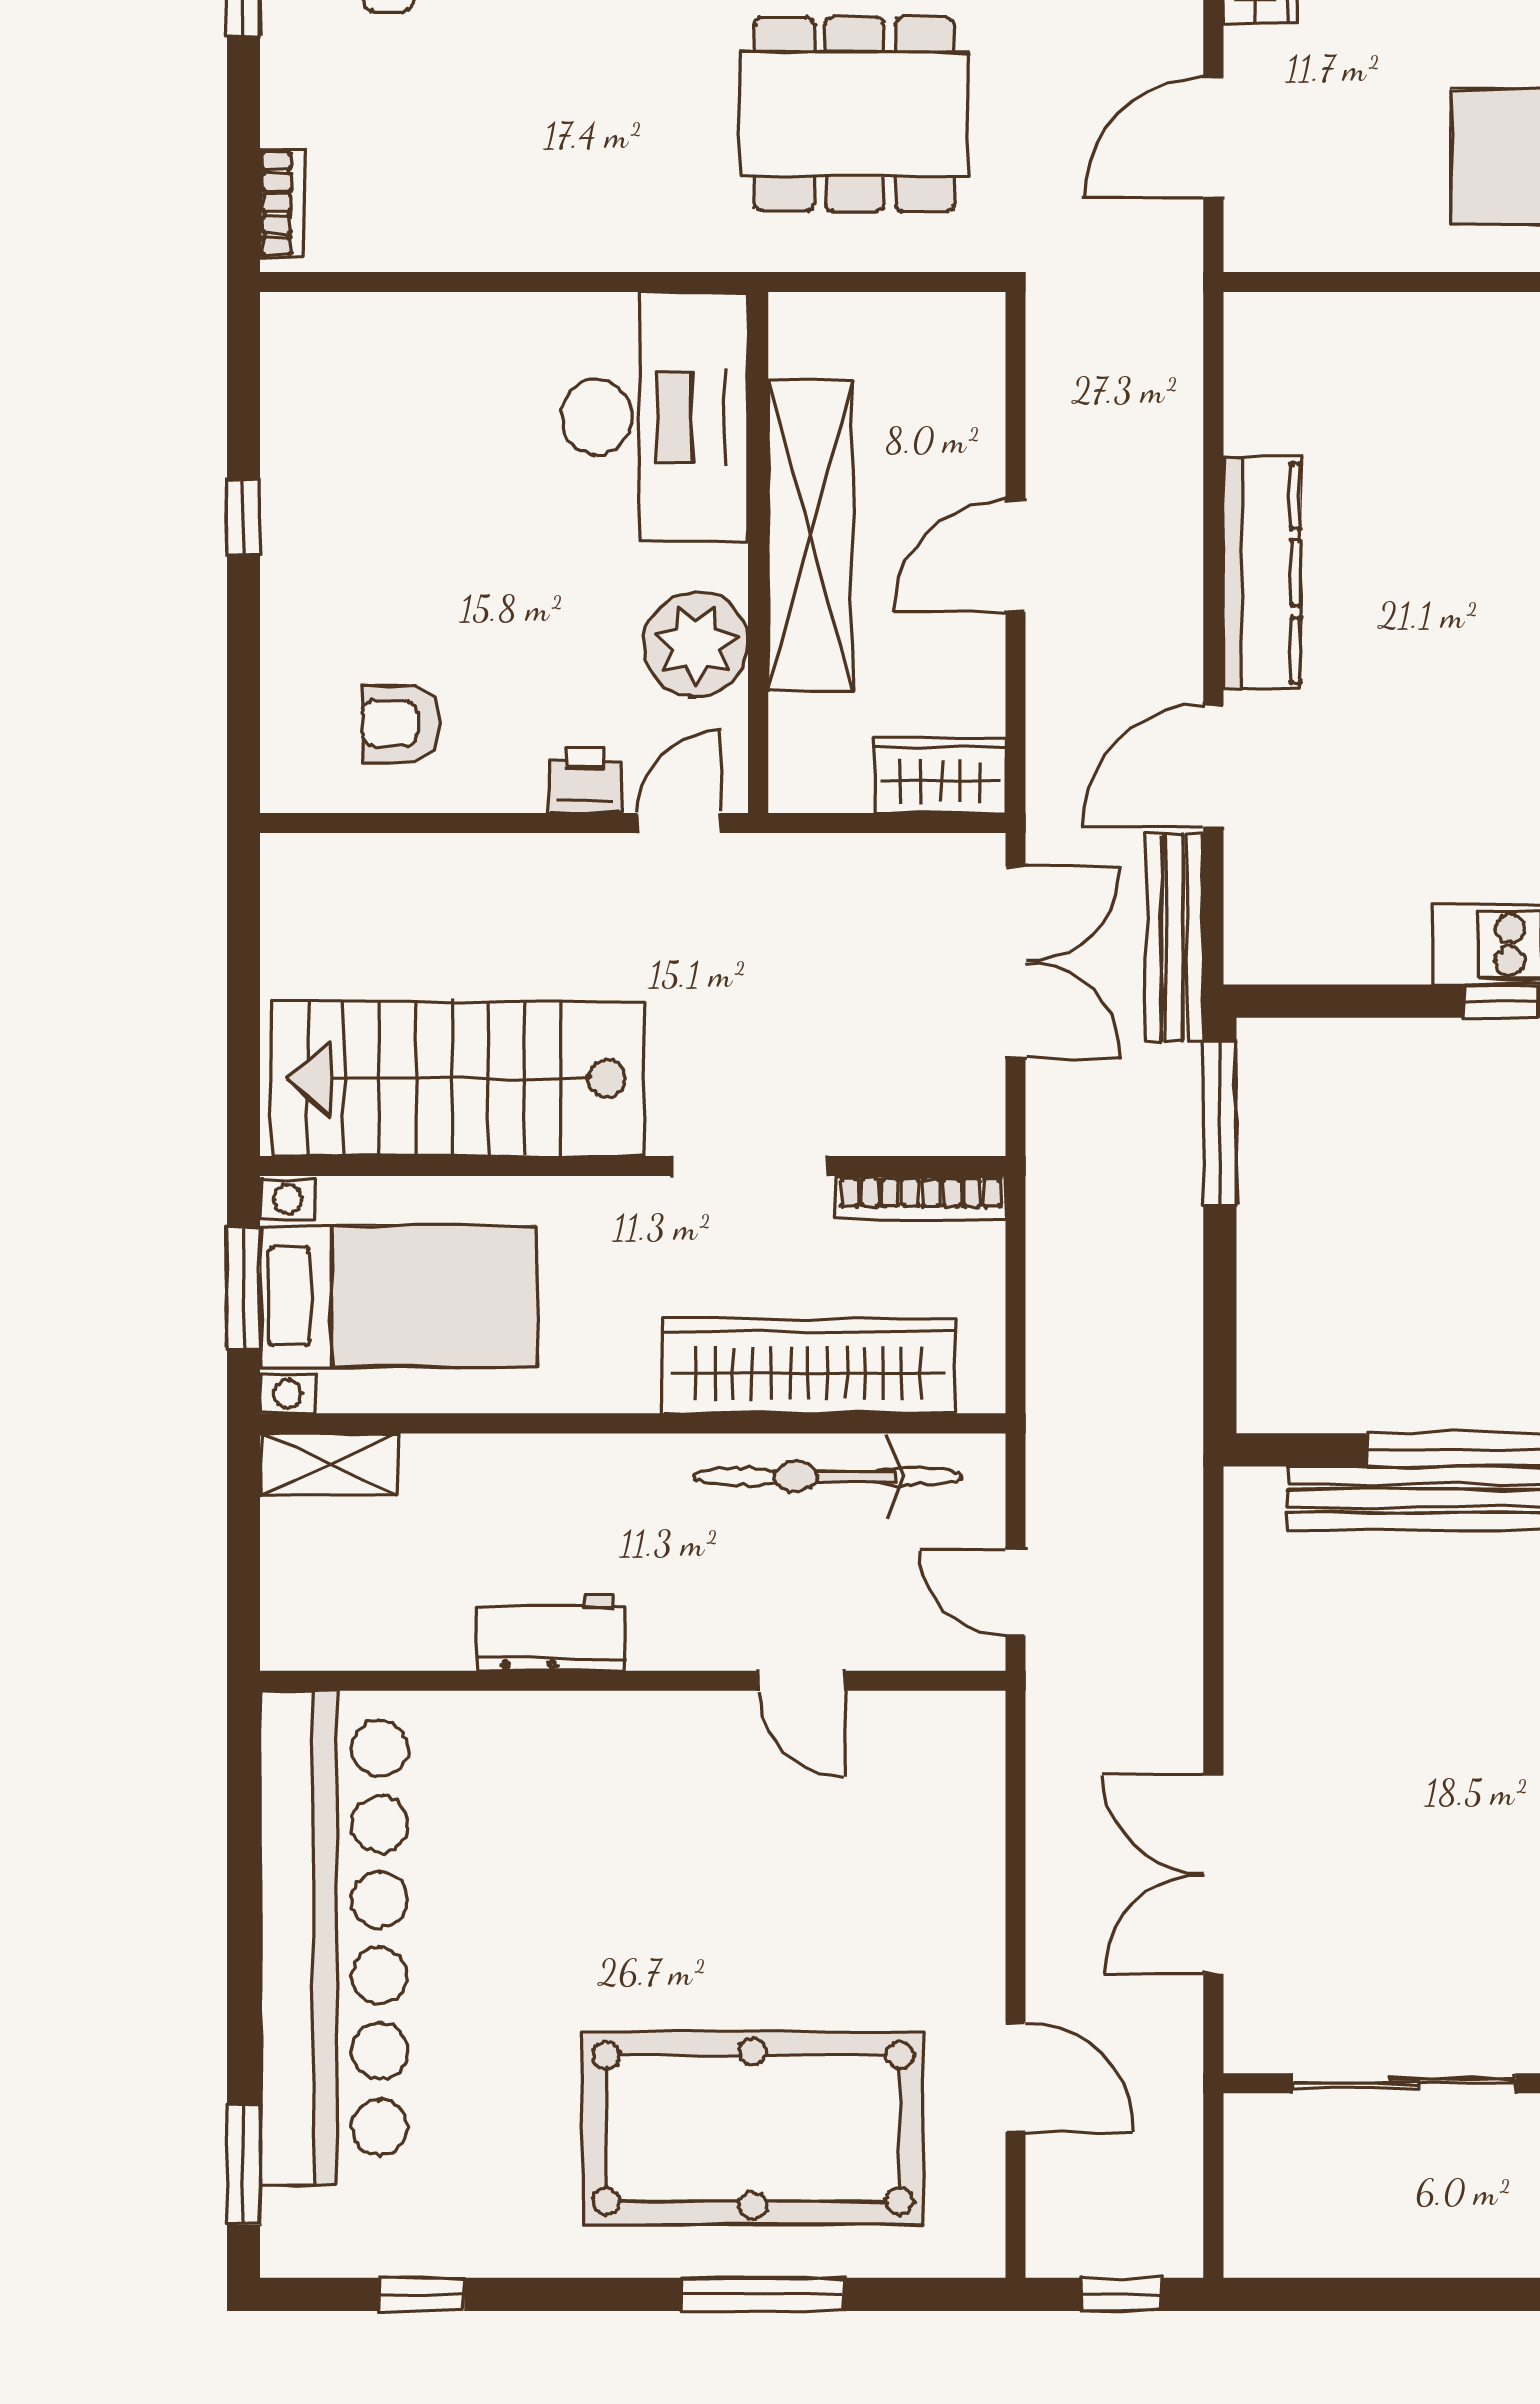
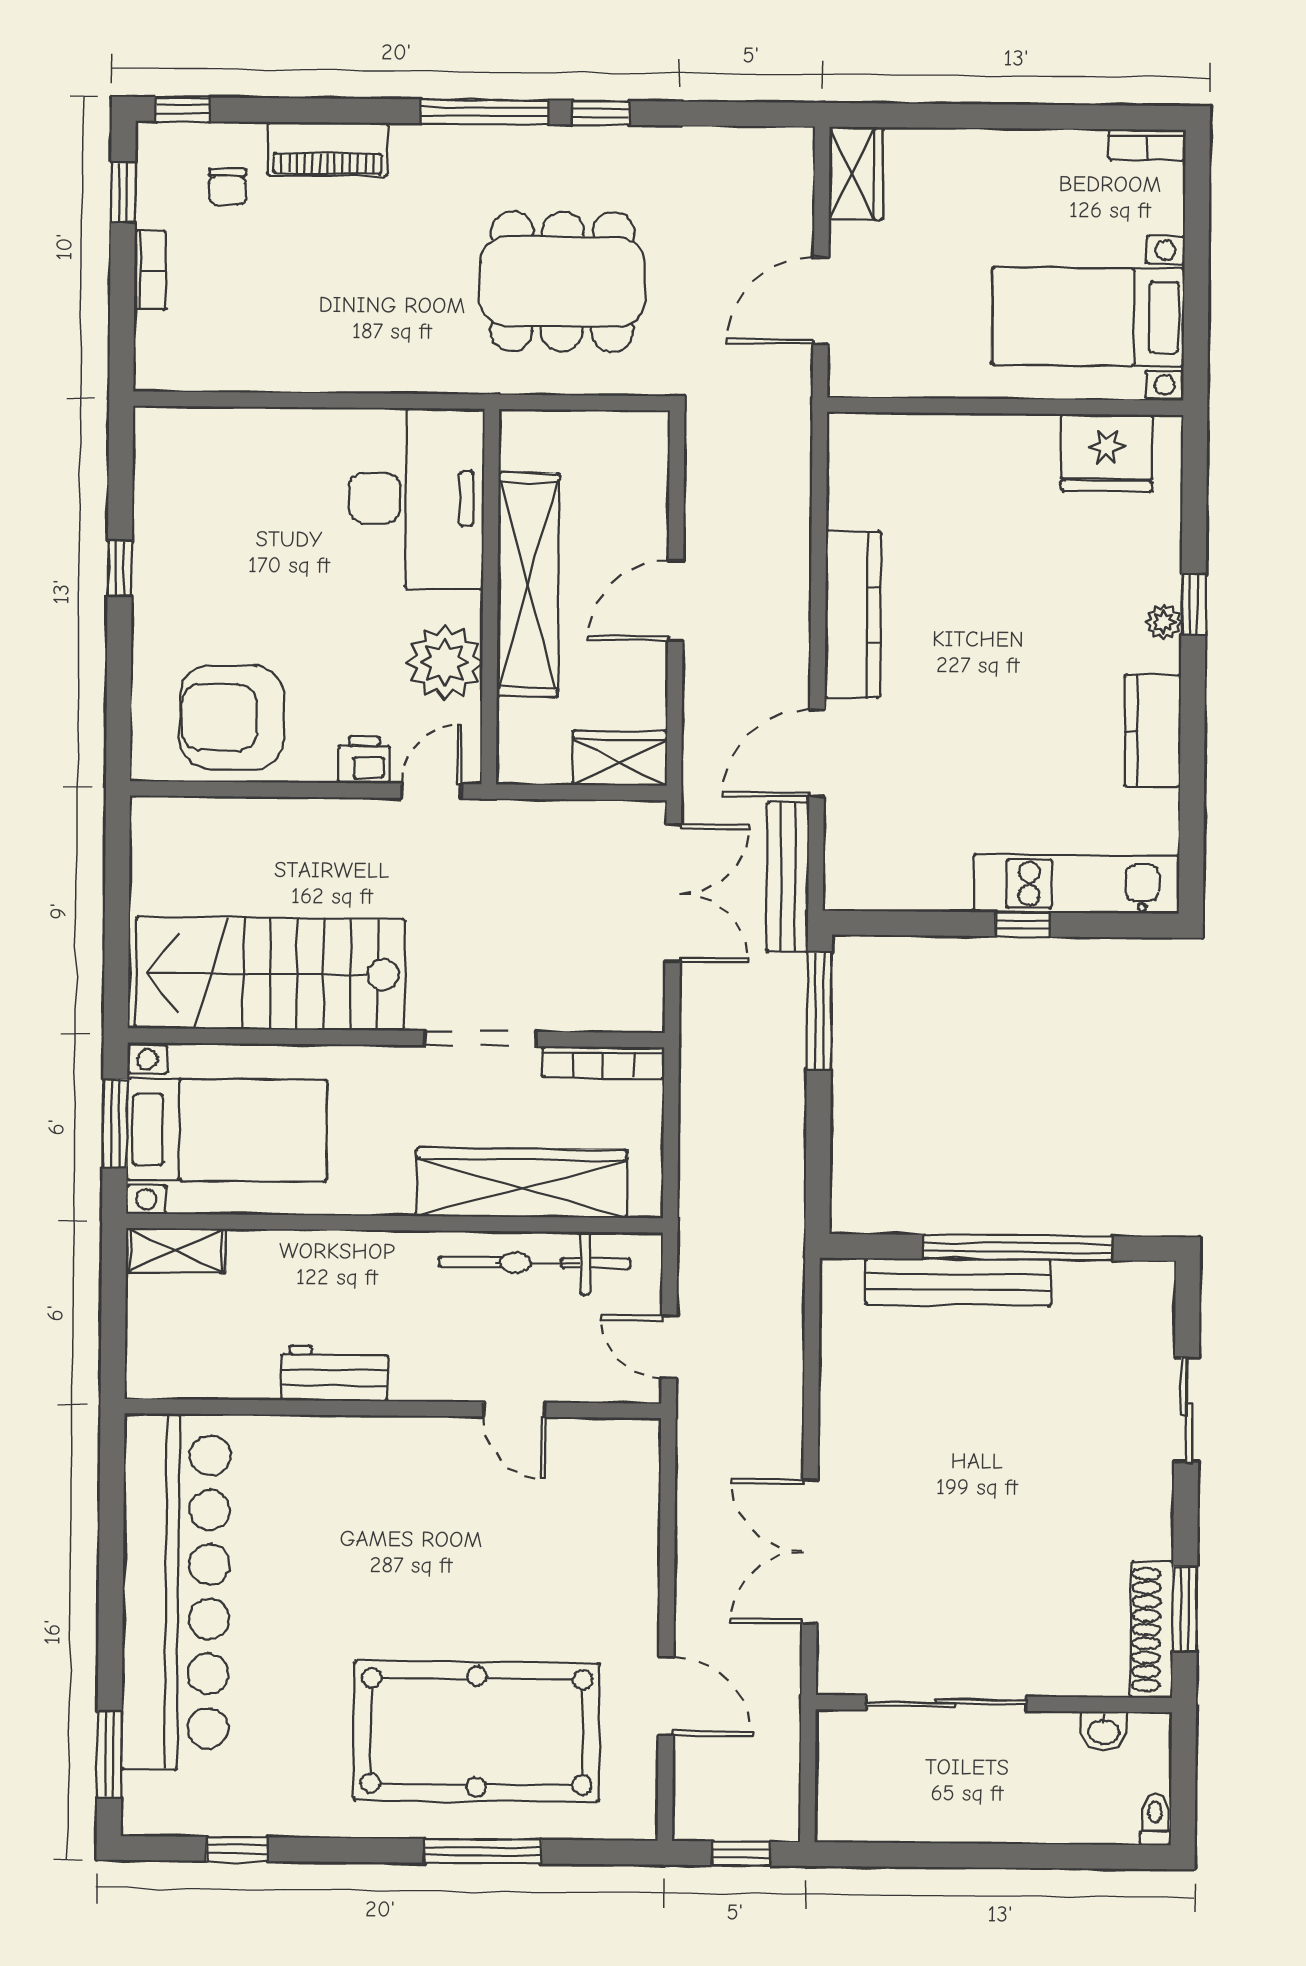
bookcase: (282, 203) -> (150, 270), moved
armchair: (401, 723) -> (232, 717), width x1.88, depth x1.88

